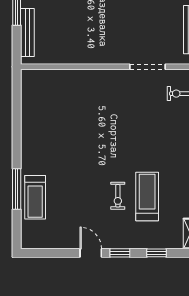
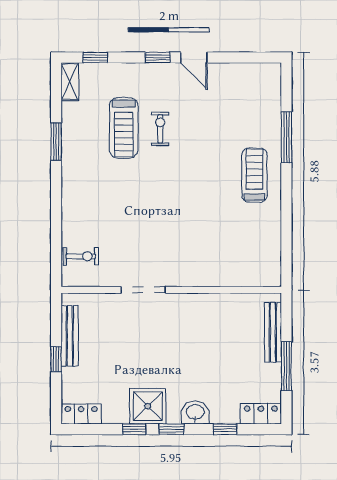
doorway: (148, 67) -> (143, 290), moved
treadmill: (35, 197) -> (255, 175), moved
window: (156, 253) -> (95, 57), moved

